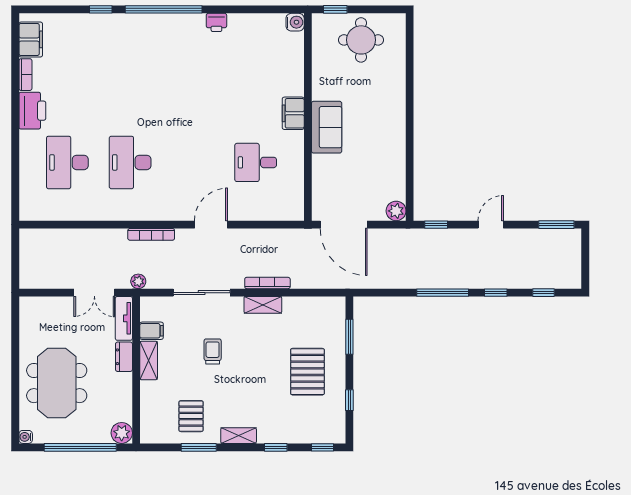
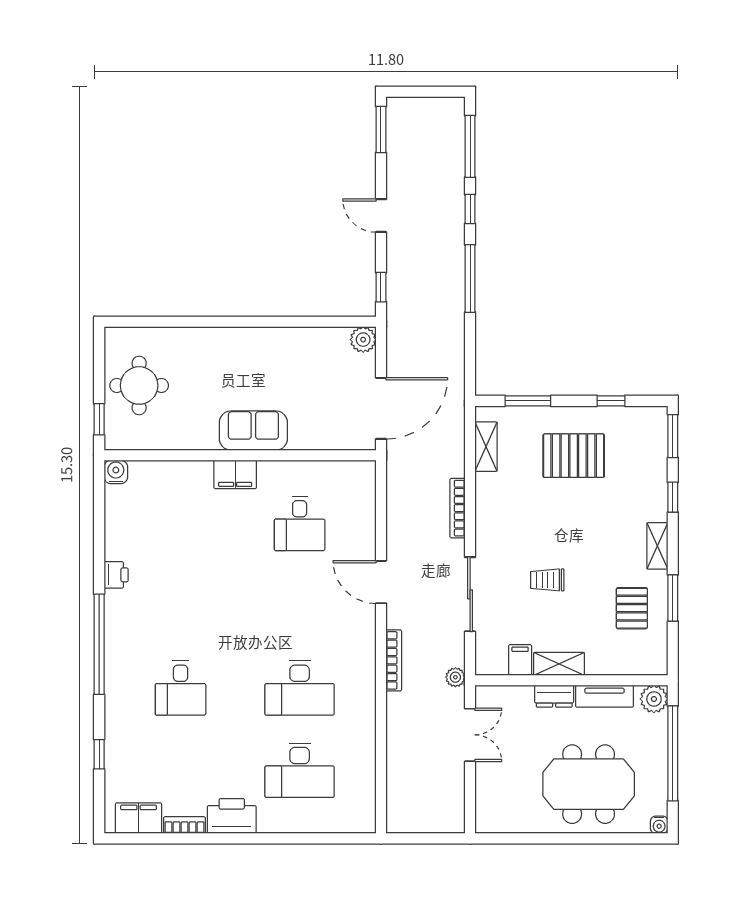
window: (101, 9) -> (99, 754), moved
desk: (130, 72) -> (181, 688), added
window: (544, 293) -> (470, 146), width x2.17
shelving: (263, 305) -> (486, 447), moved
tv unit: (124, 318) -> (604, 696), moved
pallet: (191, 416) -> (632, 608), turned 90
window: (322, 447) -> (673, 436), width x1.50

